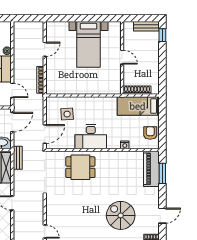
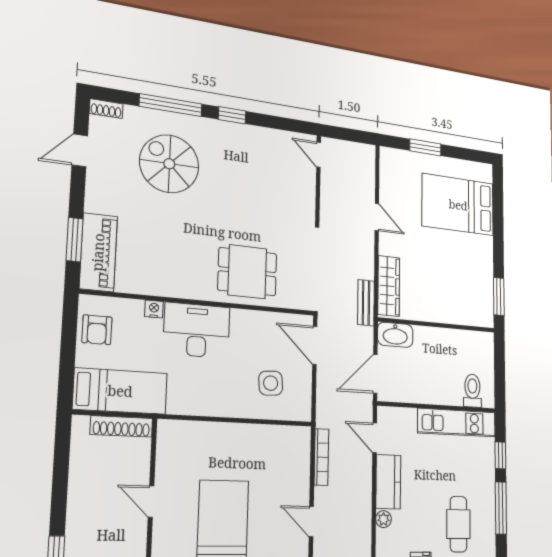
door: (45, 49) -> (311, 522), hinge flipped
door: (45, 134) -> (315, 345), hinge flipped
desk: (91, 137) -> (197, 330), moved
spiral stairs: (121, 215) -> (169, 164), turned 180

